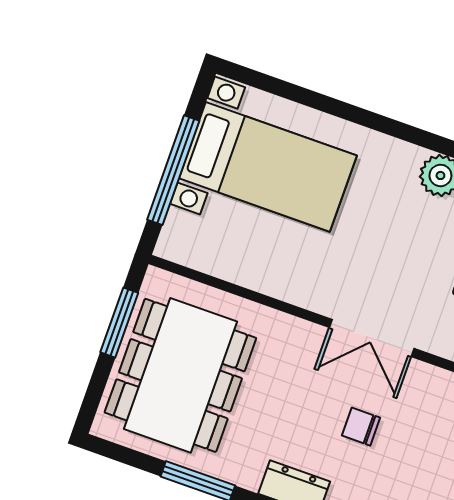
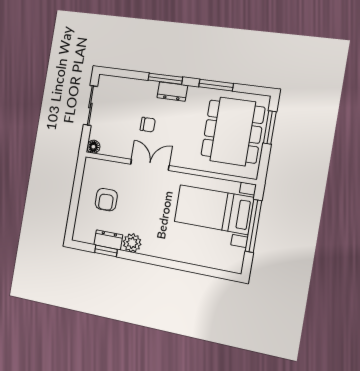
bed with nightstands: (268, 167) -> (214, 210), moved
window: (119, 323) -> (270, 127), moved

